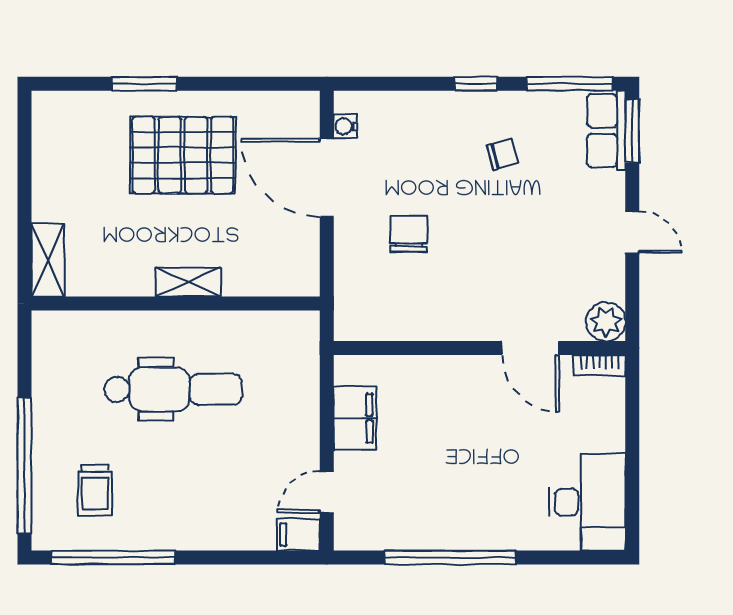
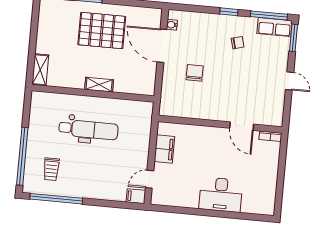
row of seats: (606, 130) -> (275, 27), moved, turned -90
plant: (606, 322) -> (275, 118), removed
desk: (587, 502) -> (221, 195), moved, turned 90
window: (450, 558) -> (200, 212), removed

